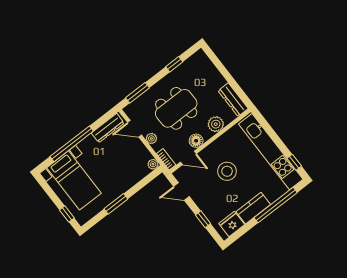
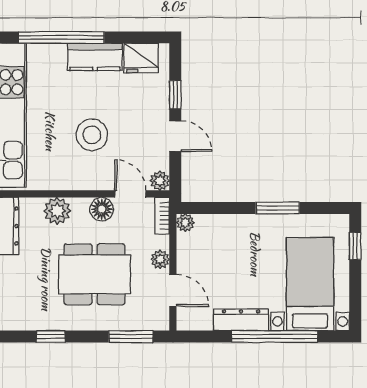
dresser: (108, 128) -> (241, 320), moved
plant: (180, 174) -> (160, 181), added
door: (181, 192) -> (175, 136), moved

